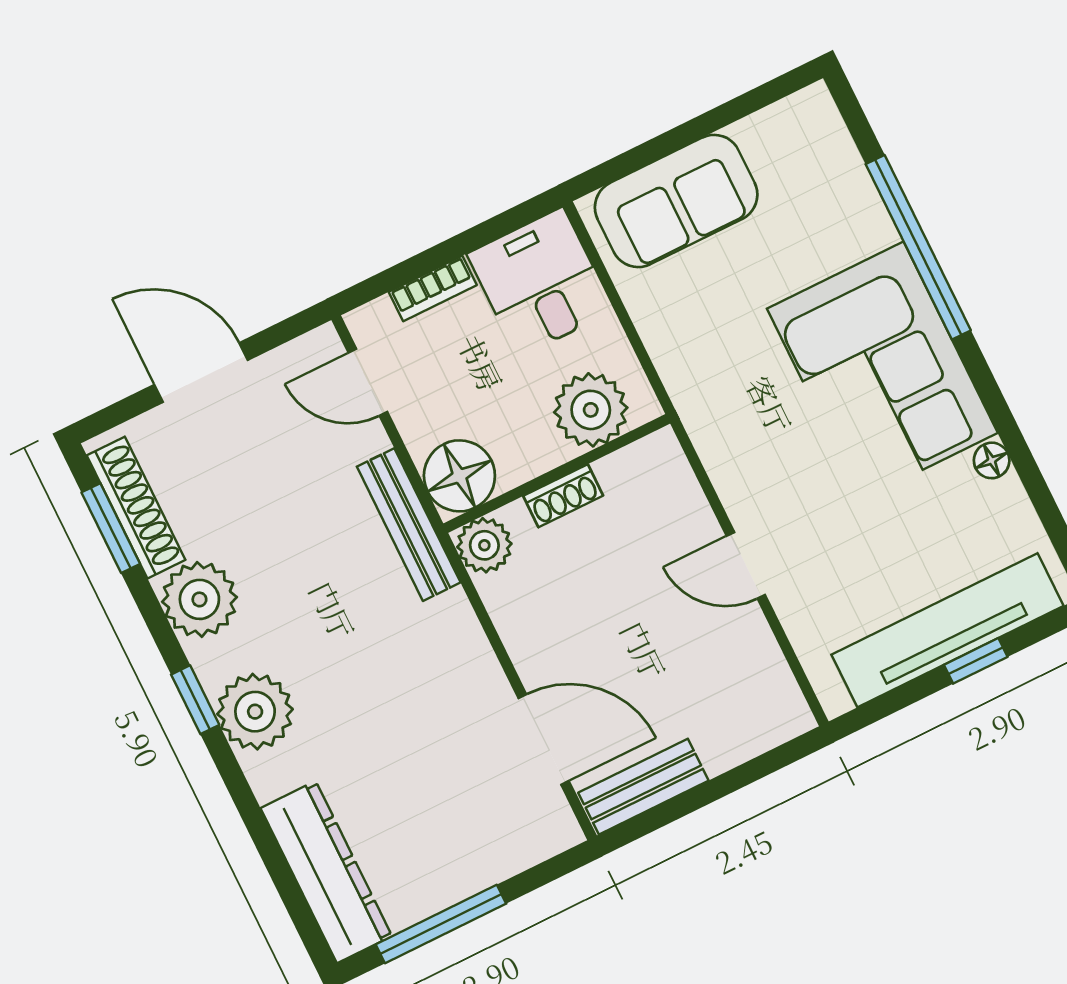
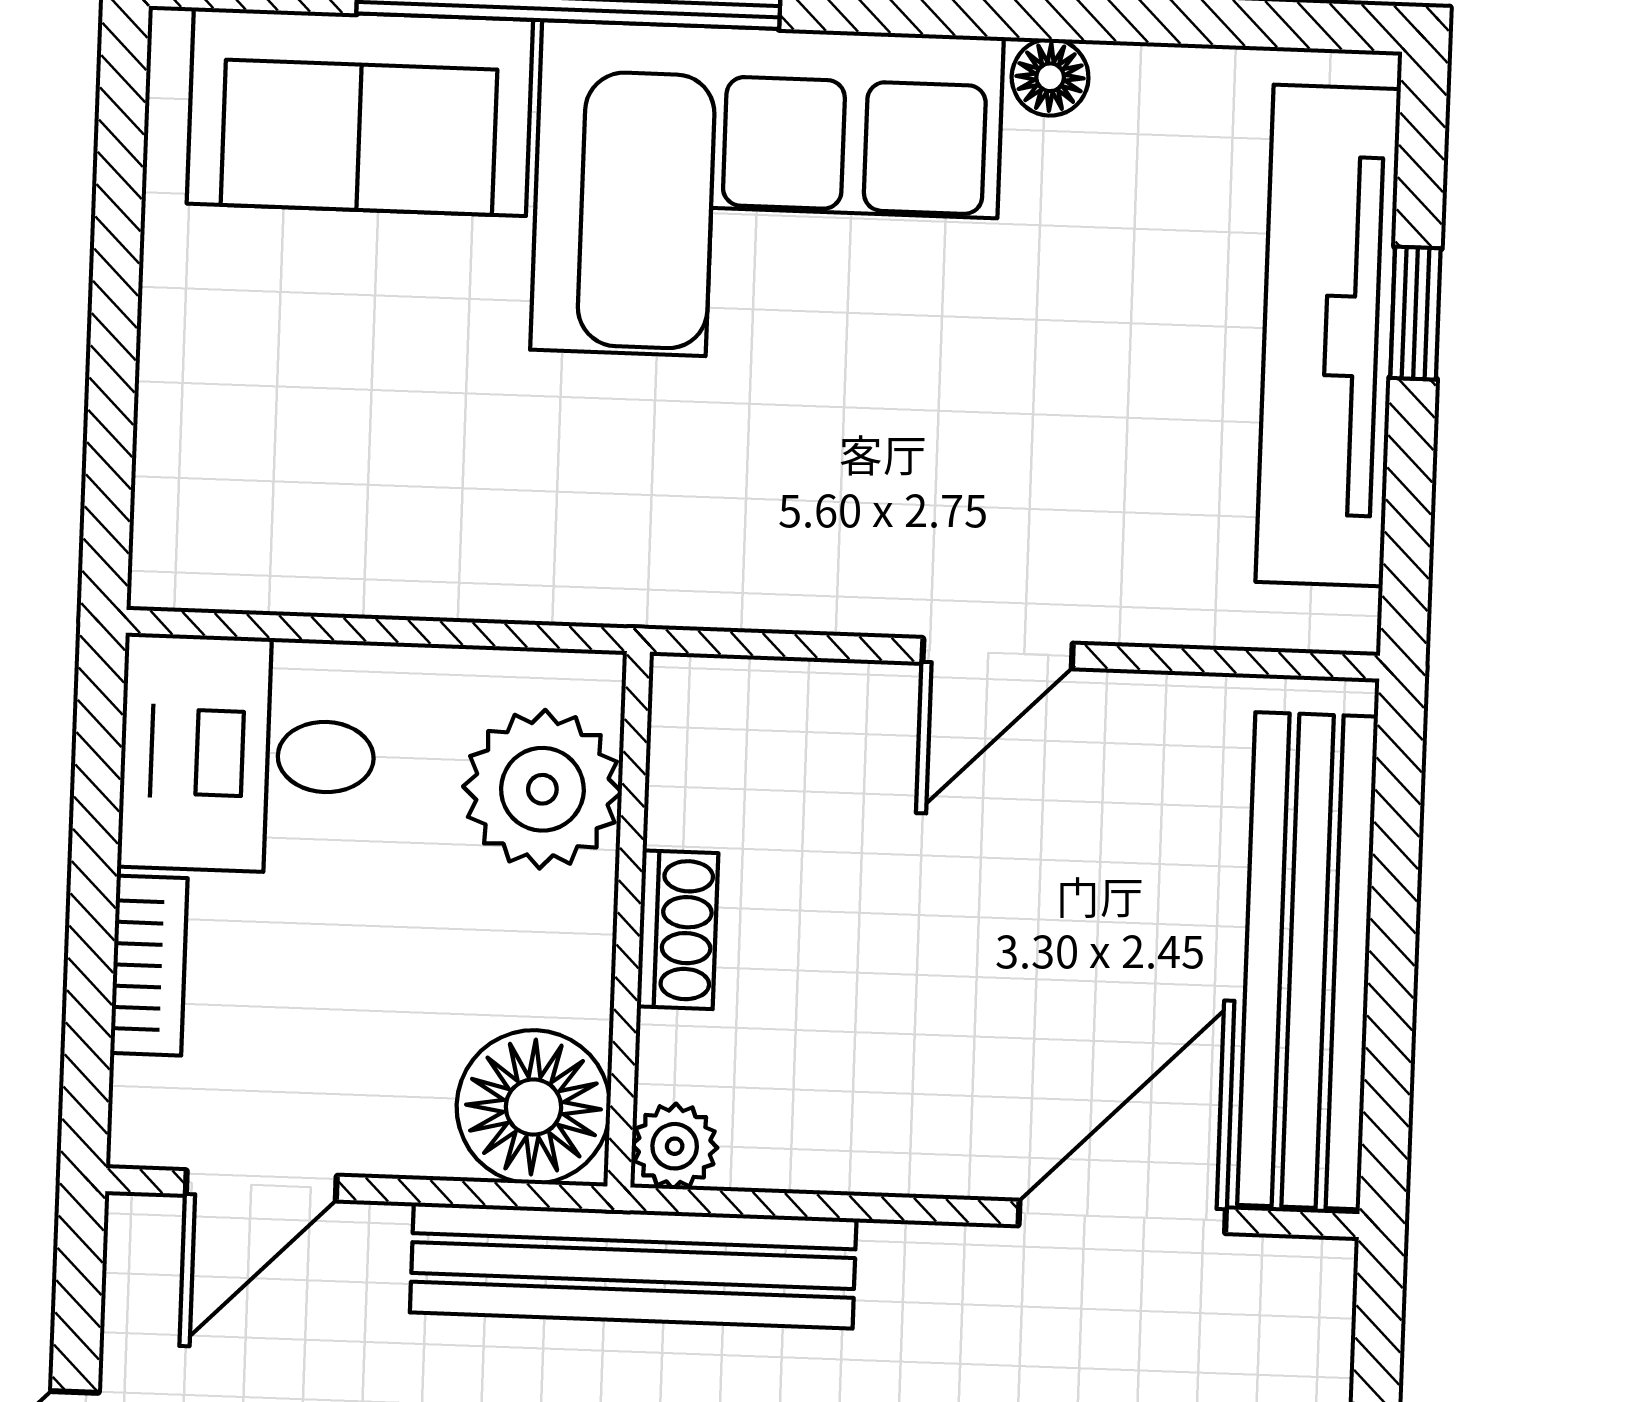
sofa: (676, 201) -> (360, 112), moved, turned 90
bench: (409, 525) -> (633, 1266), width x1.37, depth x1.21
plant: (484, 545) -> (675, 1146), width x0.73, depth x0.73
bench: (643, 787) -> (1308, 961), width x1.86, depth x1.21

